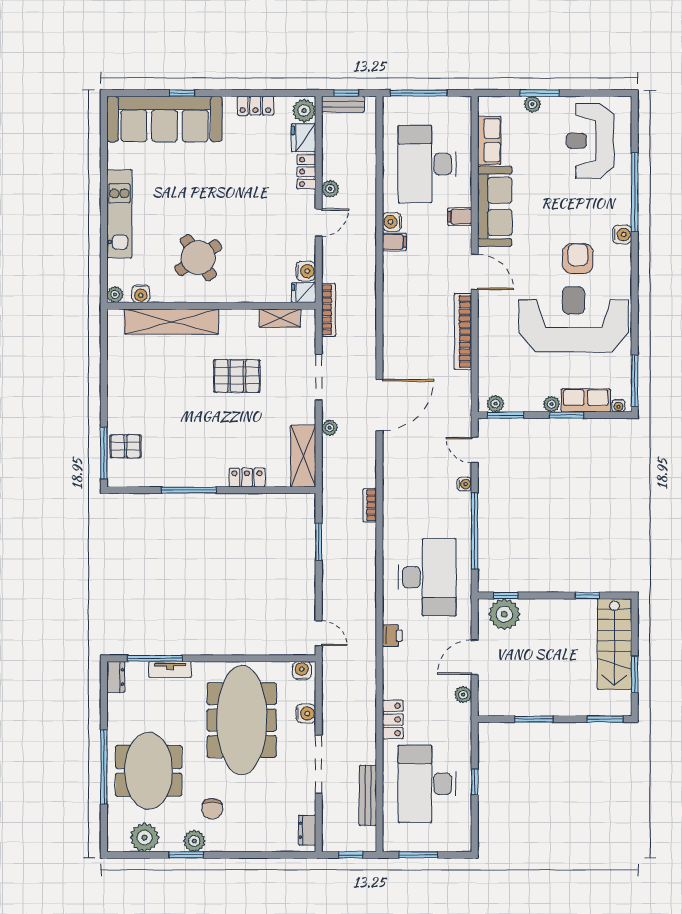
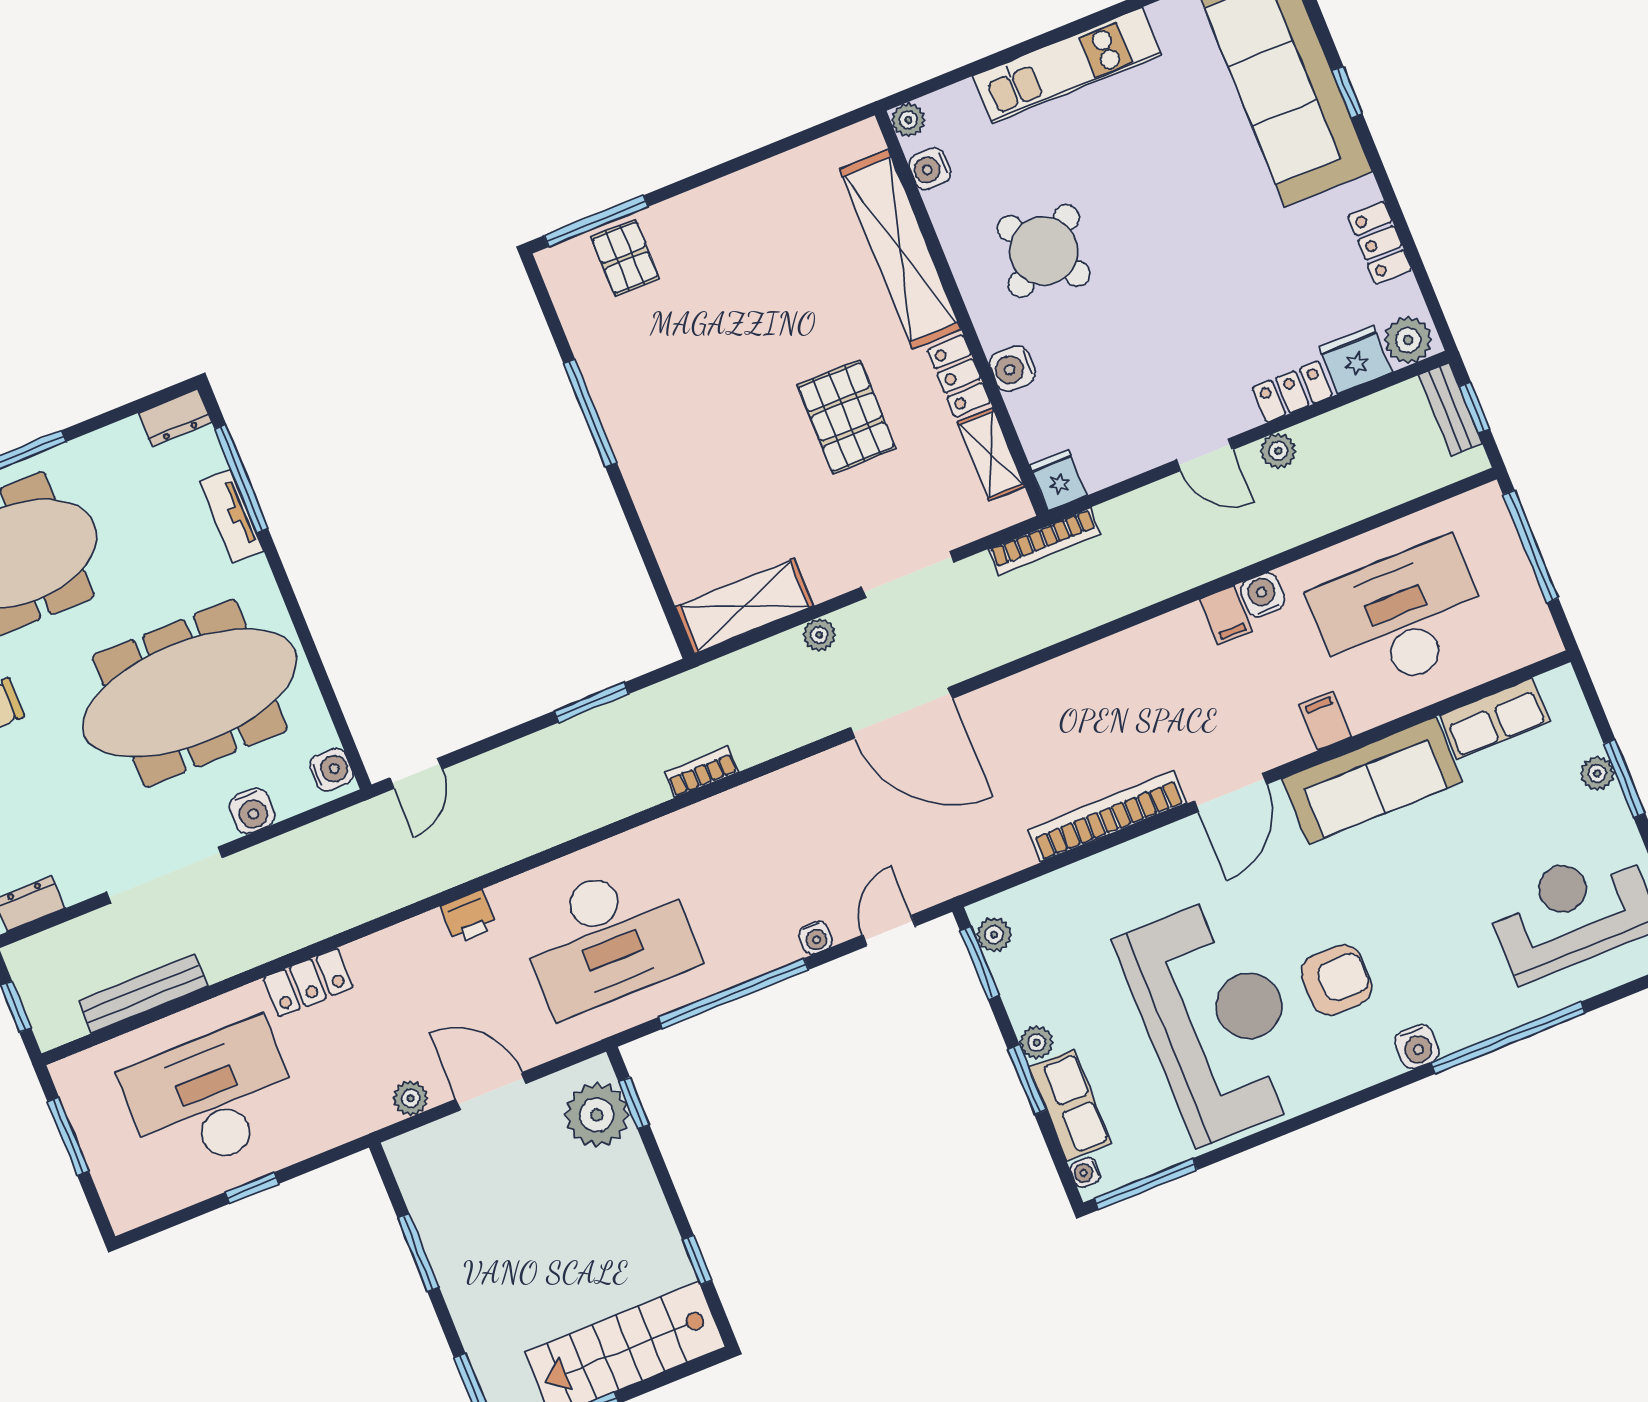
water cooler: (306, 271) -> (1012, 369), moved, turned 90
locker: (247, 478) -> (959, 376), moved, turned 180

